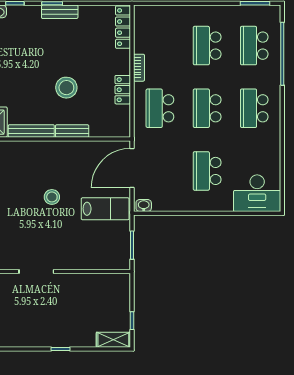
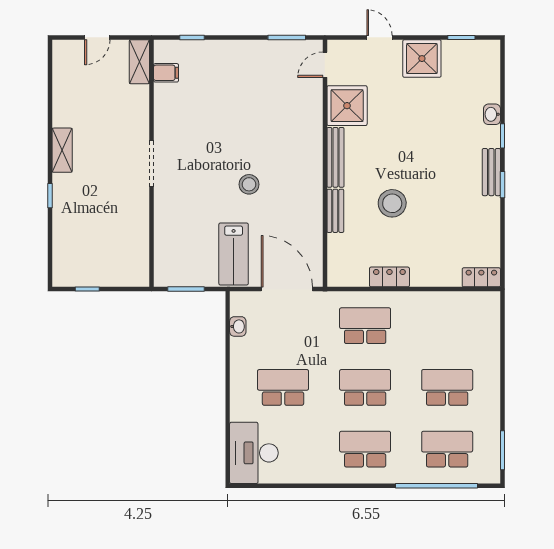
bench: (60, 12) -> (491, 172), moved
locker: (123, 27) -> (481, 277), width x0.66
bookcase: (139, 68) -> (418, 298), removed
washbasin: (144, 206) -> (238, 326), moved
shelving: (113, 340) -> (62, 150), moved

